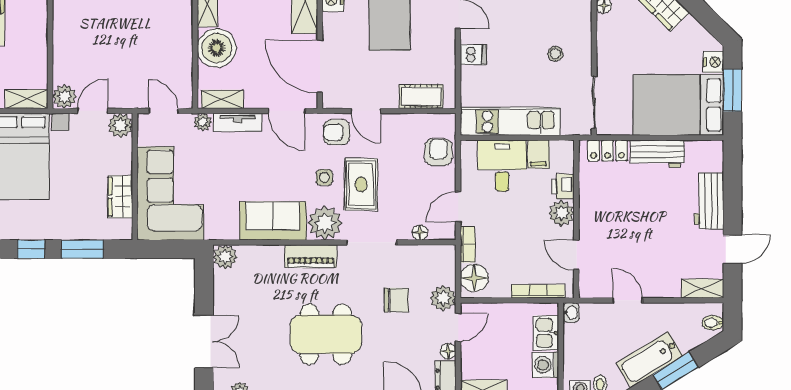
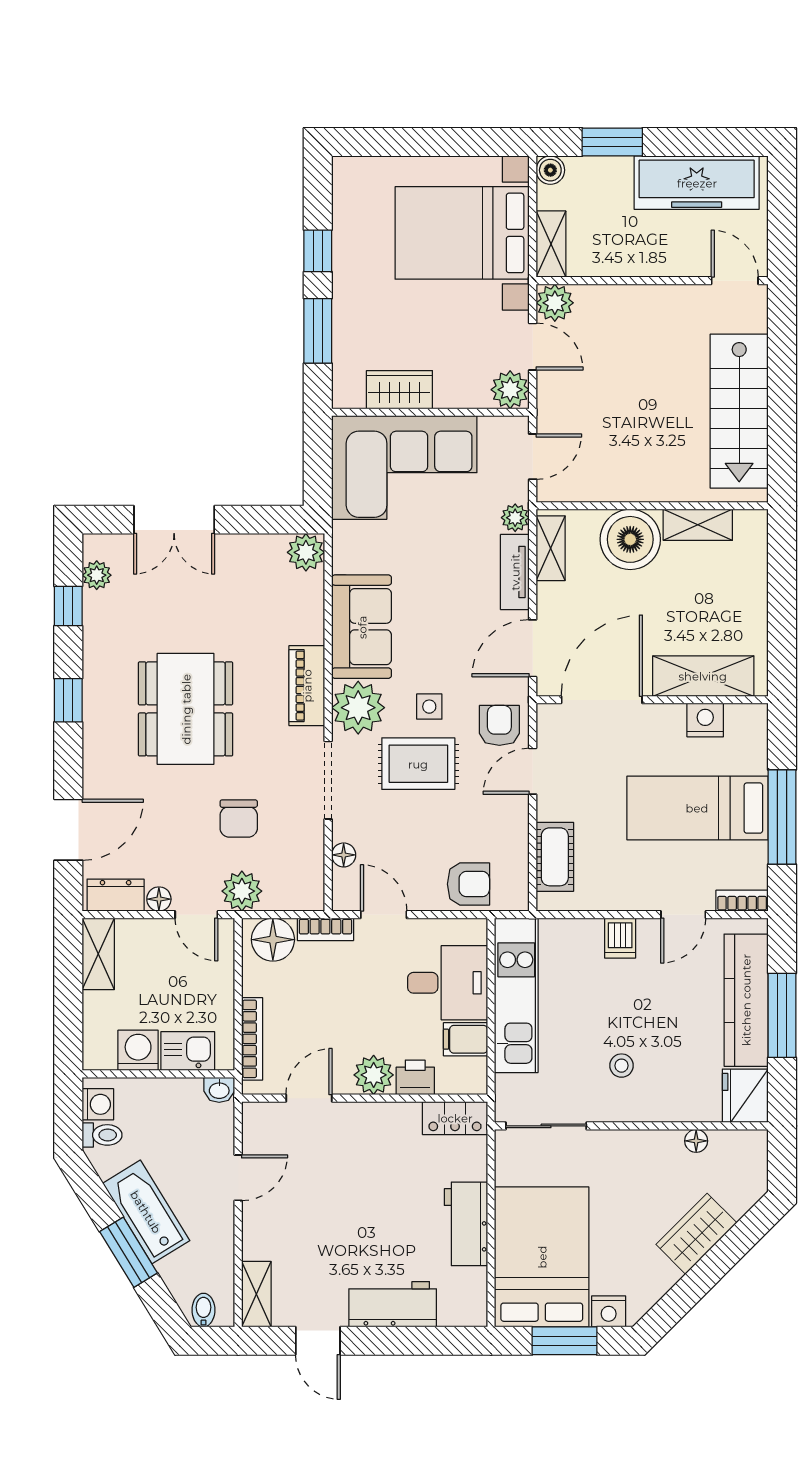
locker: (608, 150) -> (455, 1118), moved, turned -90

